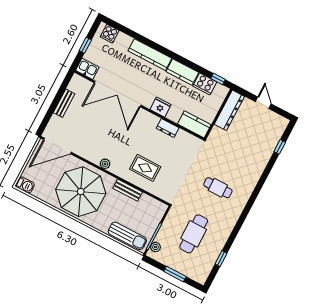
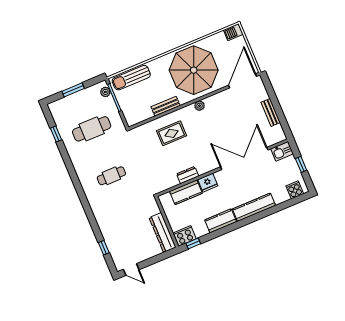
cooker: (205, 84) -> (185, 236), moved
door: (263, 103) -> (131, 270), moved
kitchen counter: (194, 124) -> (186, 192), moved
cafe table: (194, 234) -> (92, 129), turned 90

